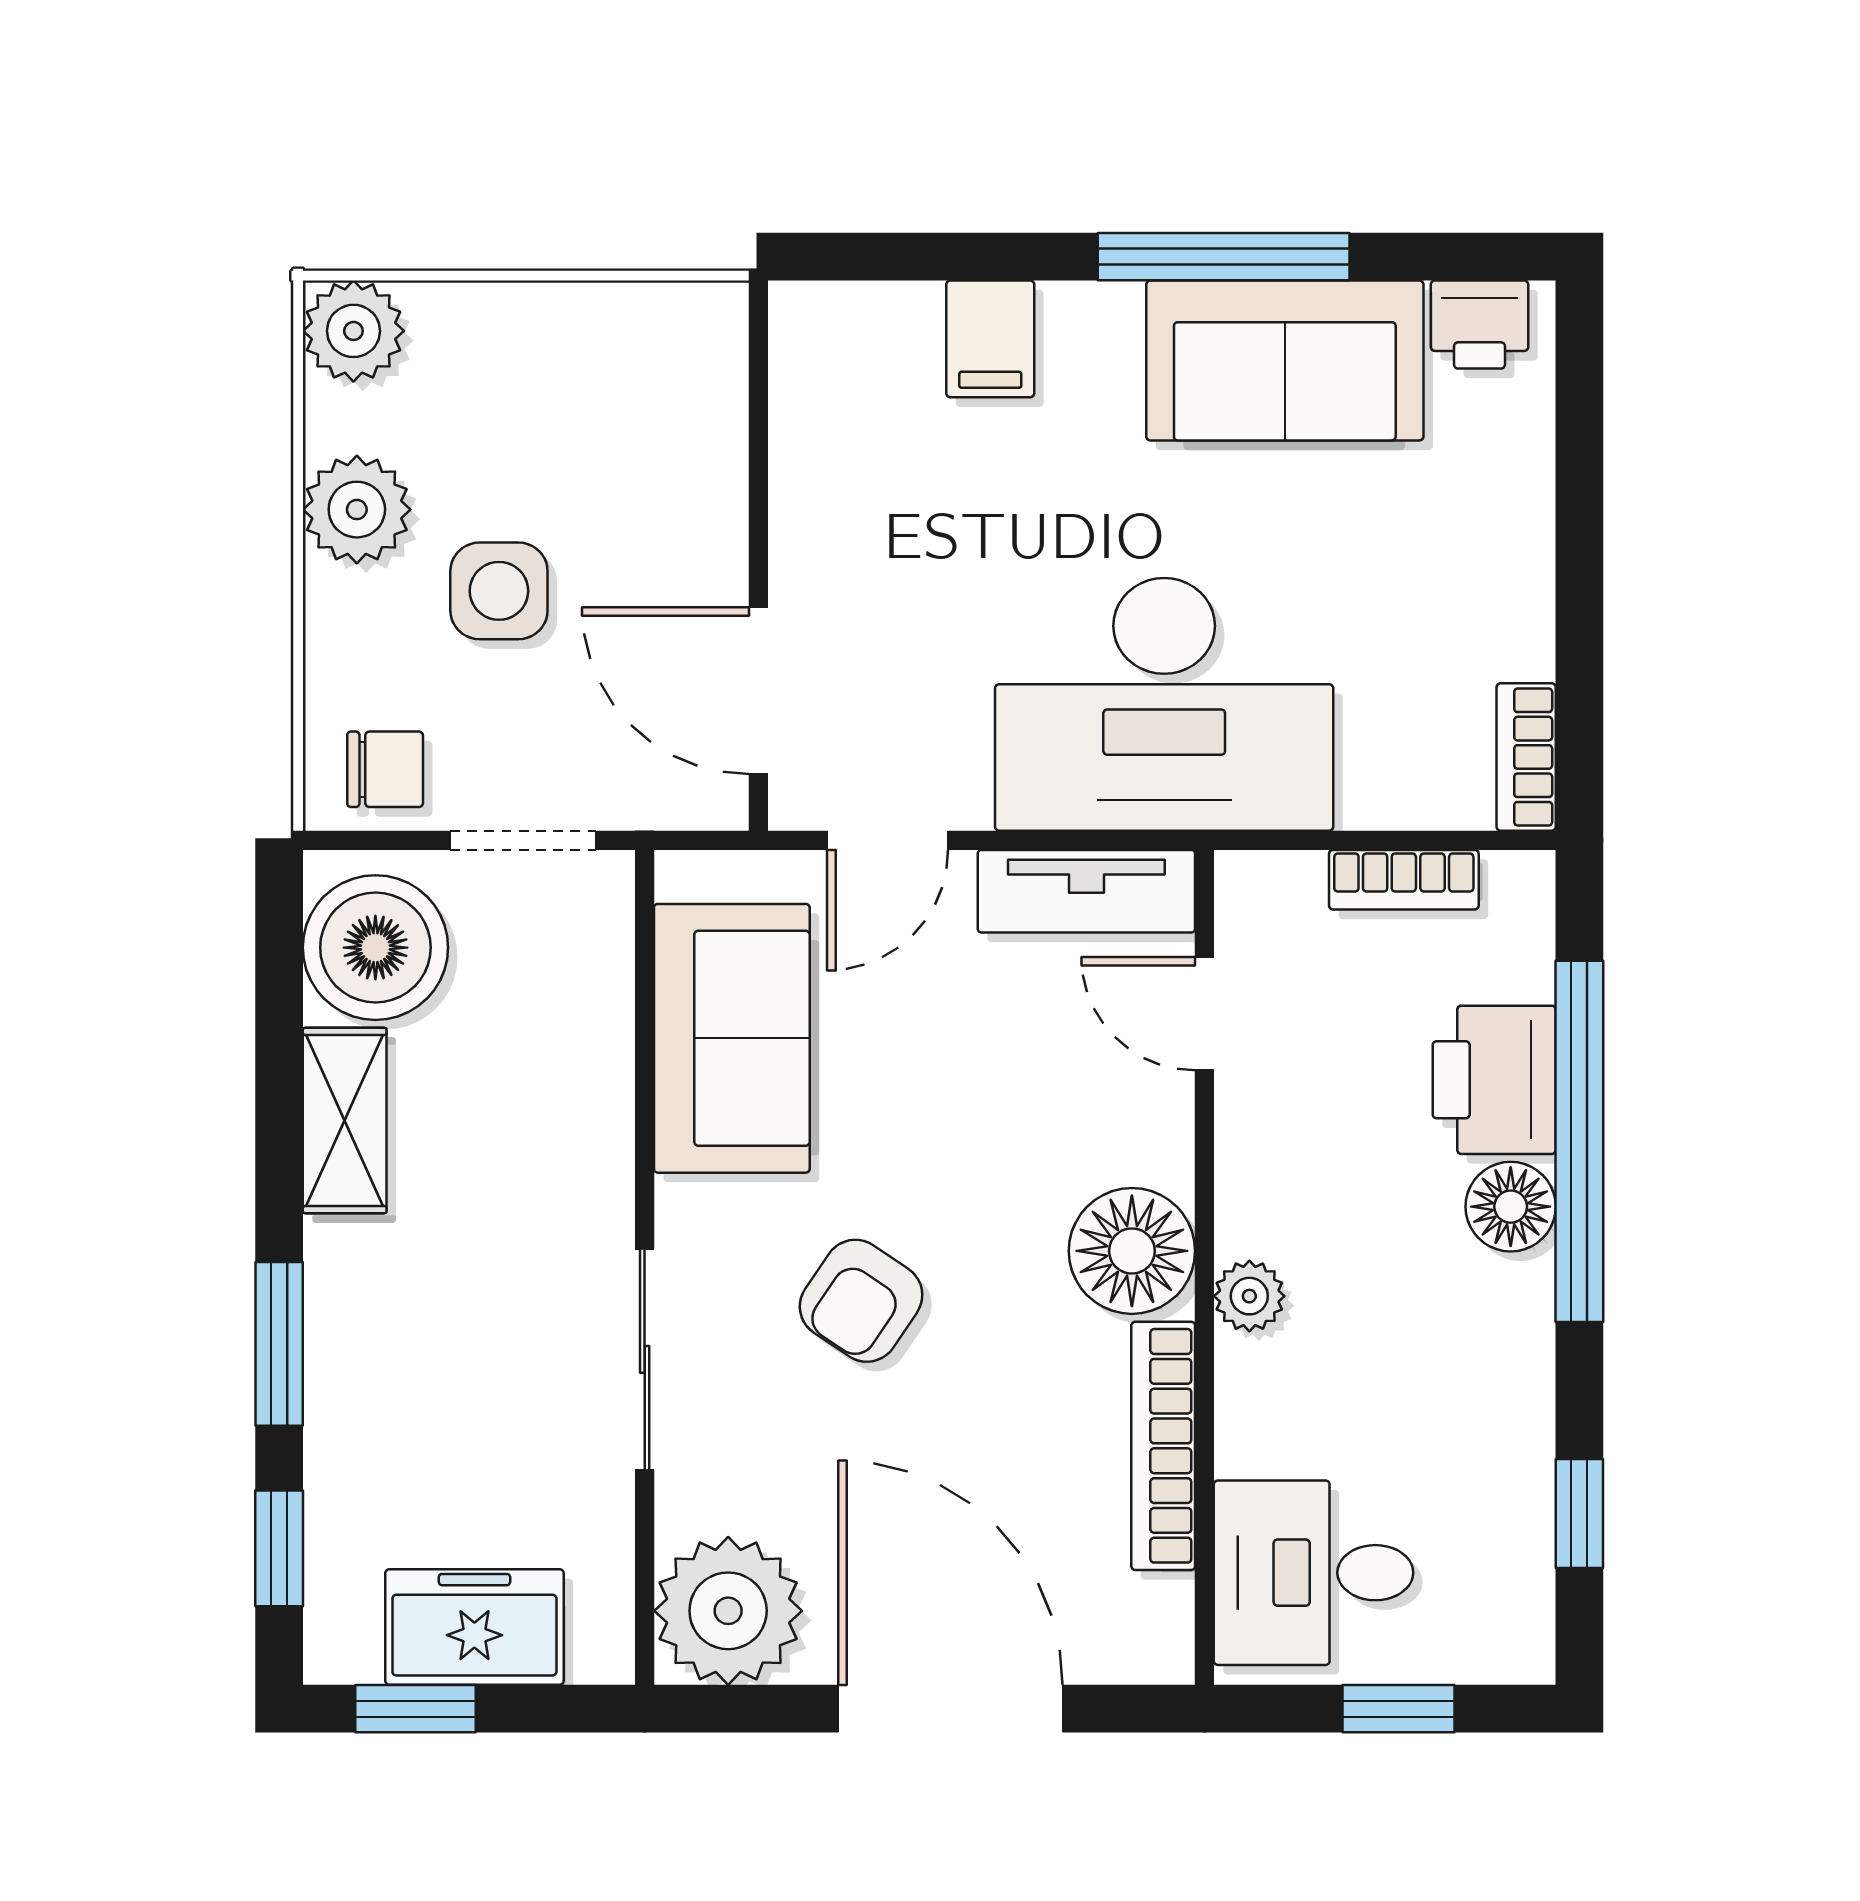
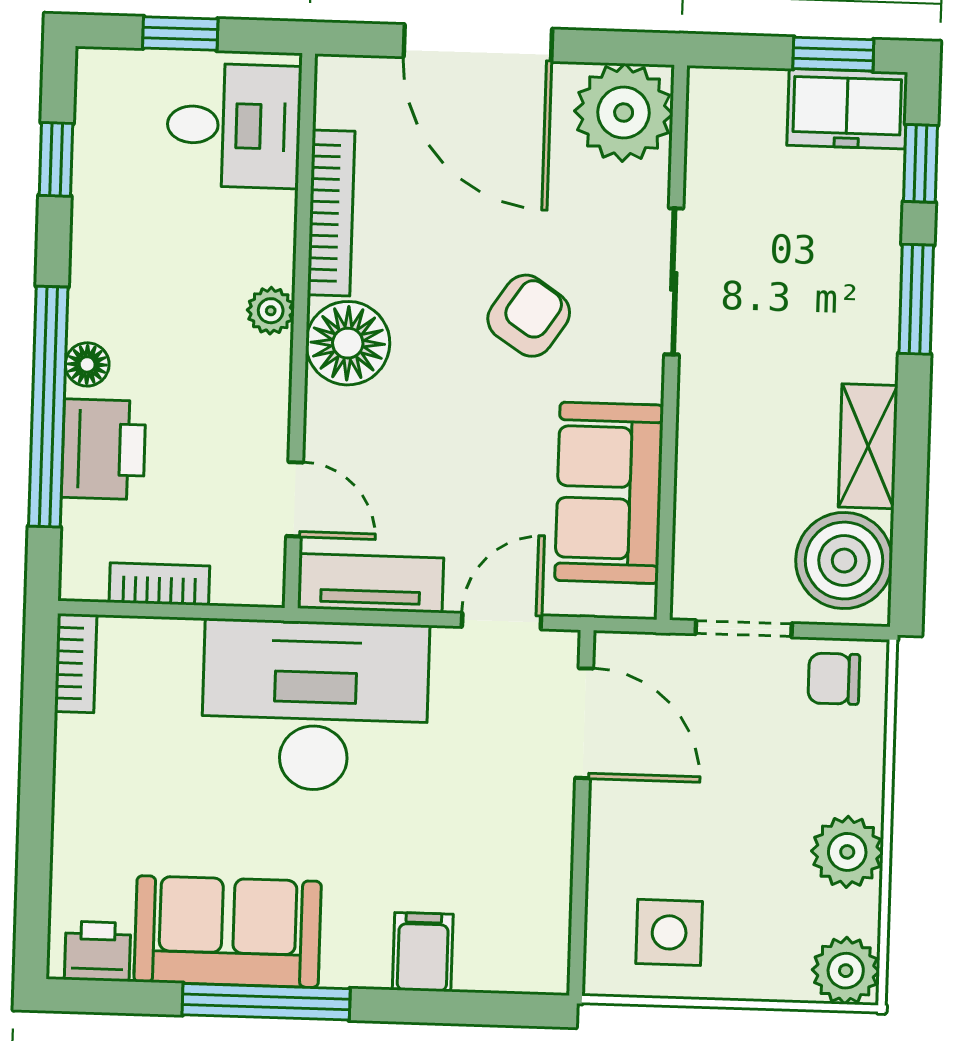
side table: (499, 591) -> (669, 932), moved
floor lamp: (1511, 1207) -> (87, 364), width x0.73, depth x0.73
freezer: (474, 1627) -> (847, 109), moved

